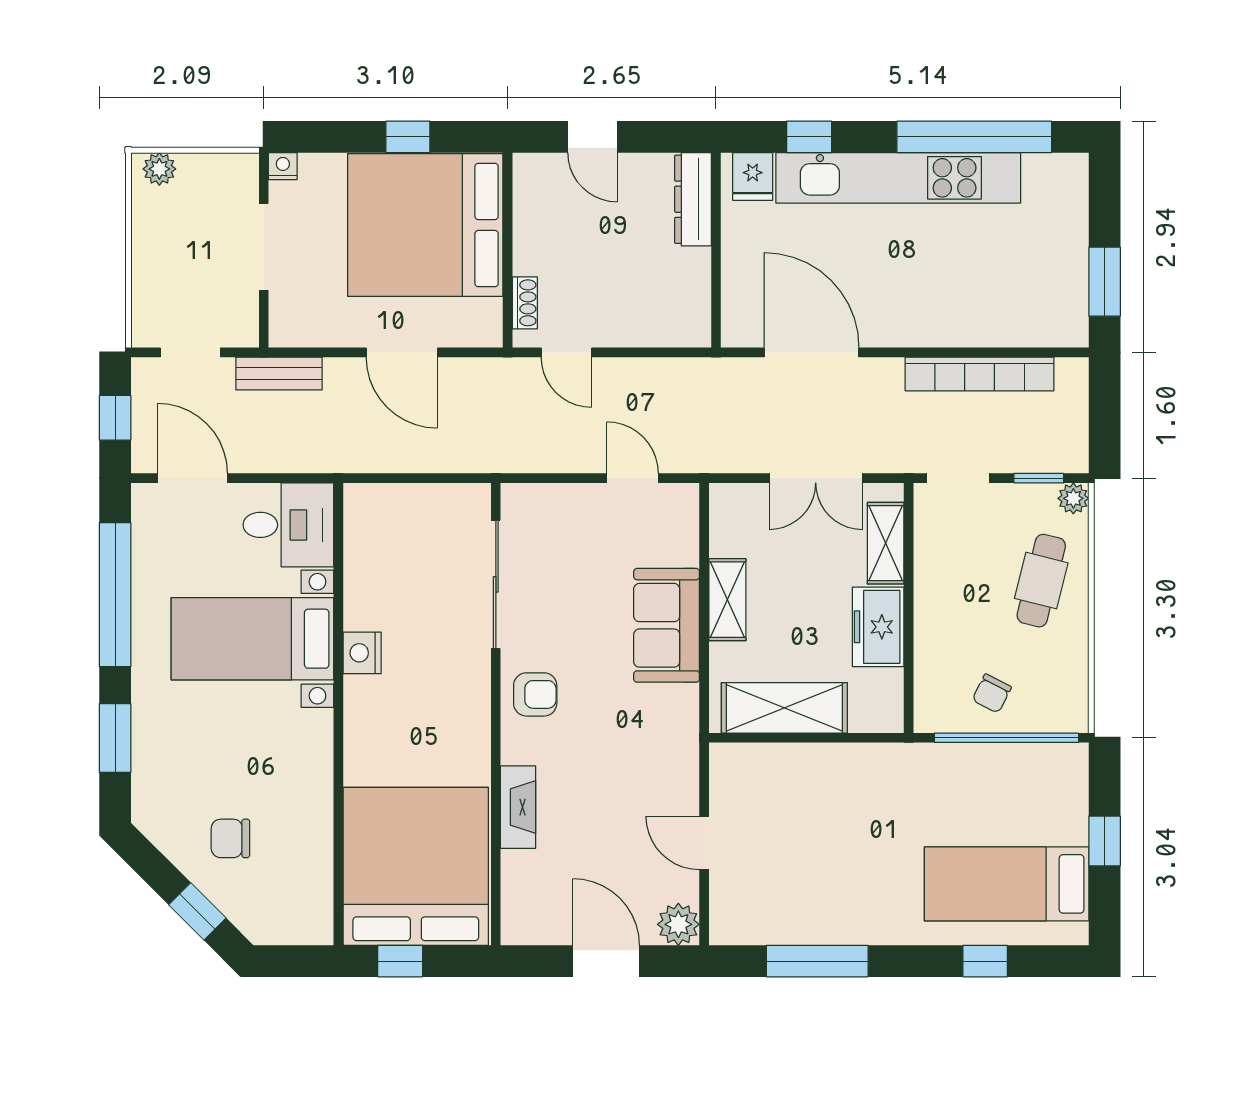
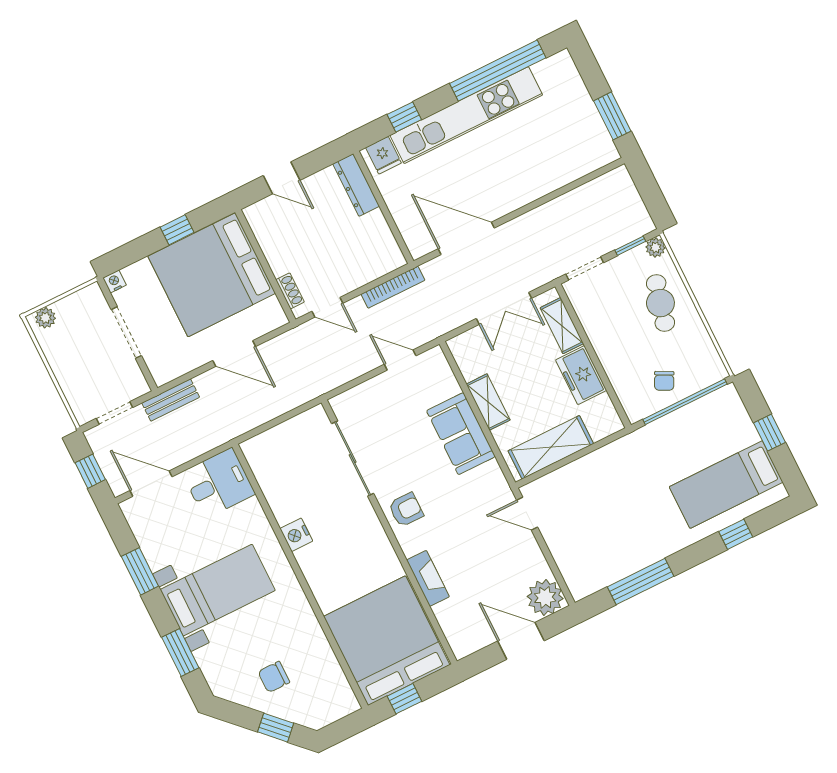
bookcase: (980, 374) -> (393, 287), moved, width x0.68, depth x0.76
window: (115, 595) -> (140, 571), width x0.47
bed with nightstands: (252, 639) -> (218, 590), moved, turned 180
door: (704, 843) -> (527, 514), moved
plant: (678, 924) -> (545, 597), width x1.36, depth x1.36

